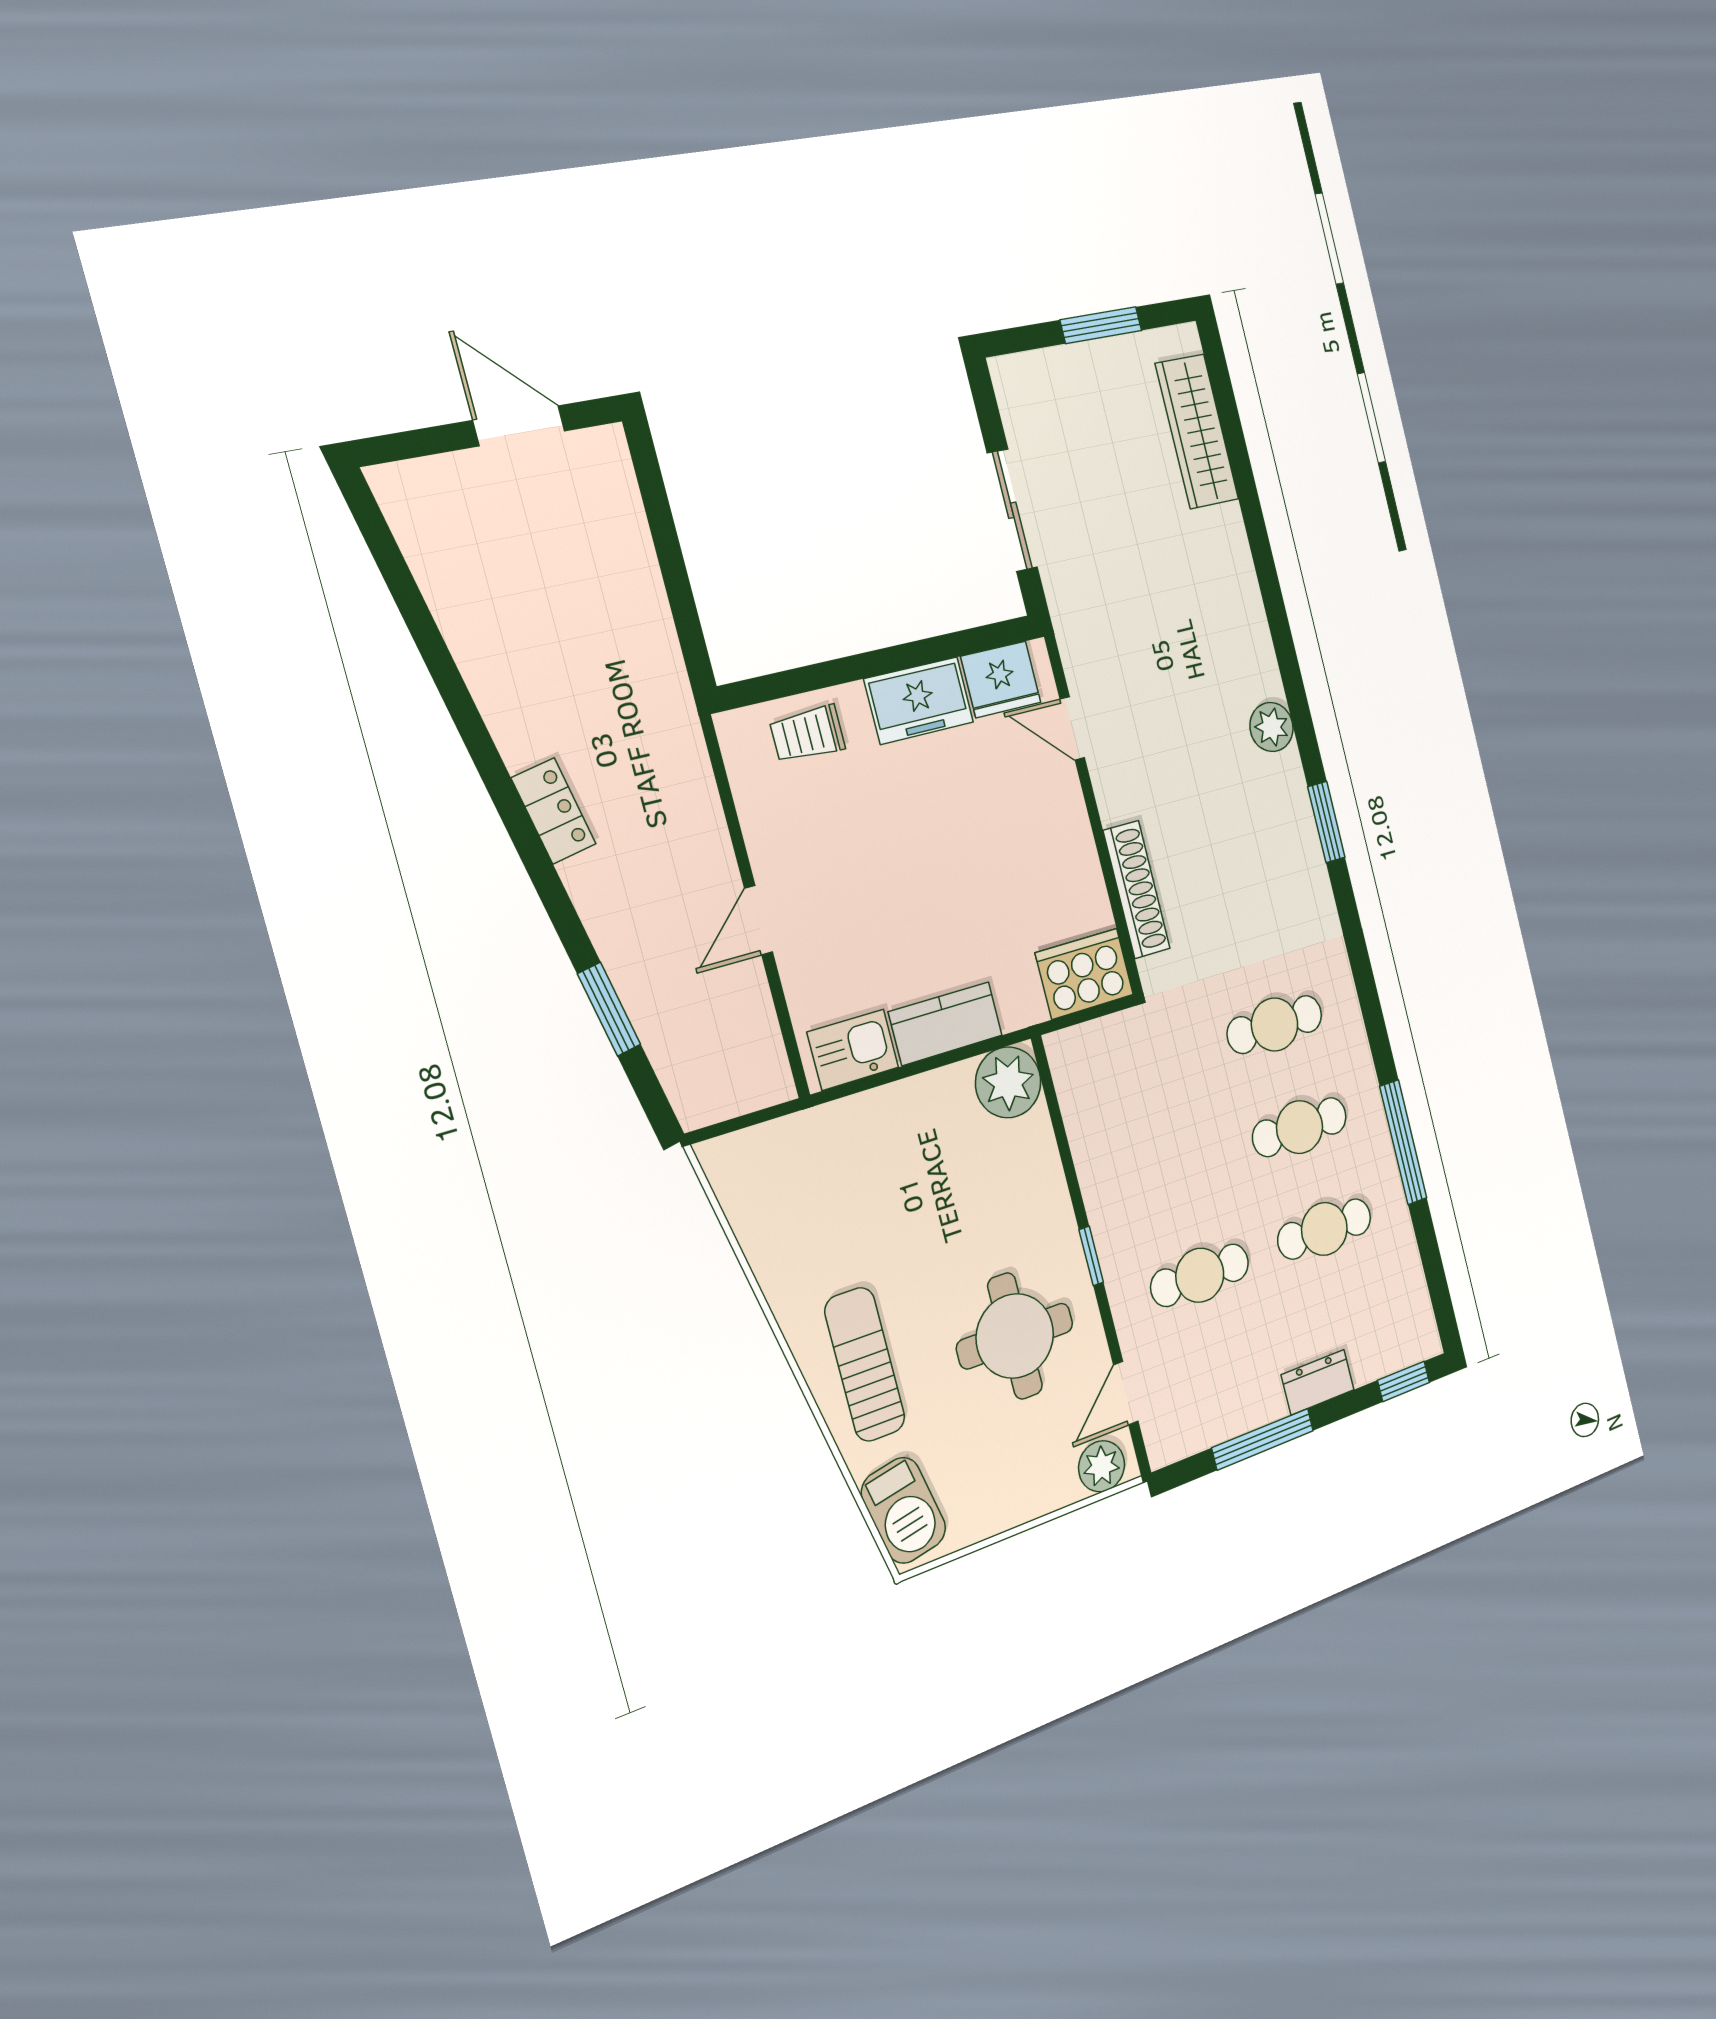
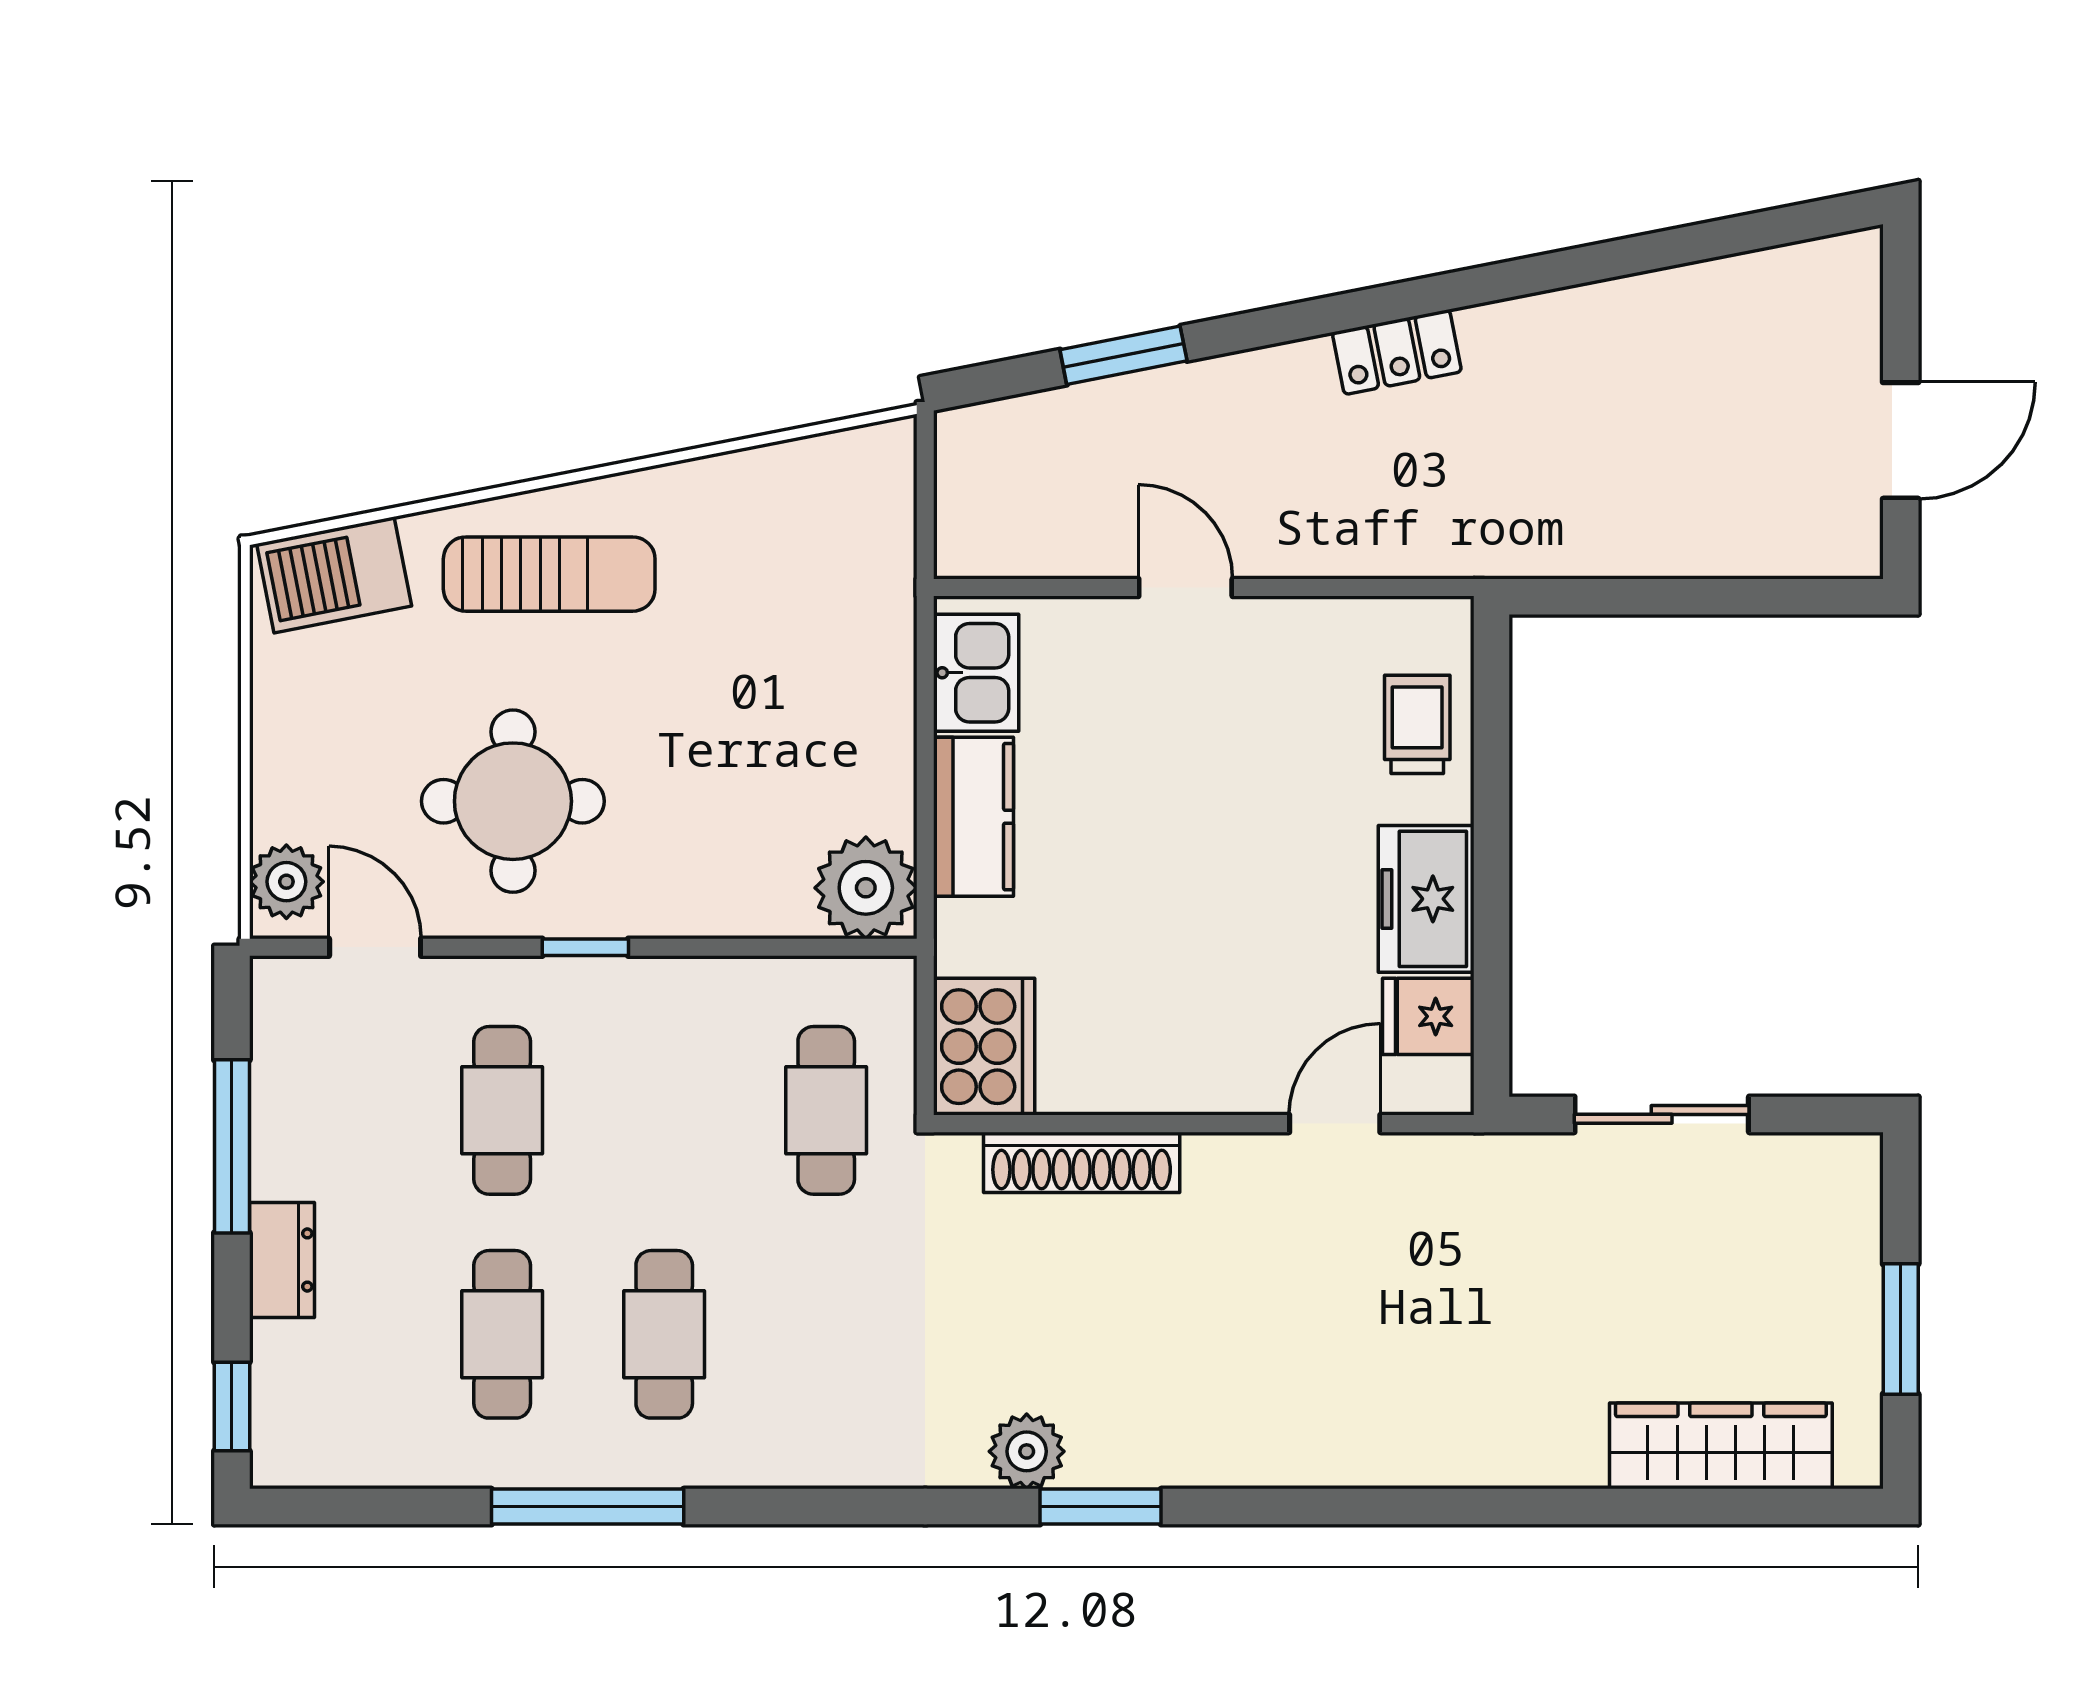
fridge: (1001, 679) -> (1428, 1016), width x0.72
plant: (1272, 727) -> (1027, 1451), moved
cafe table: (1275, 1024) -> (826, 1110), moved

